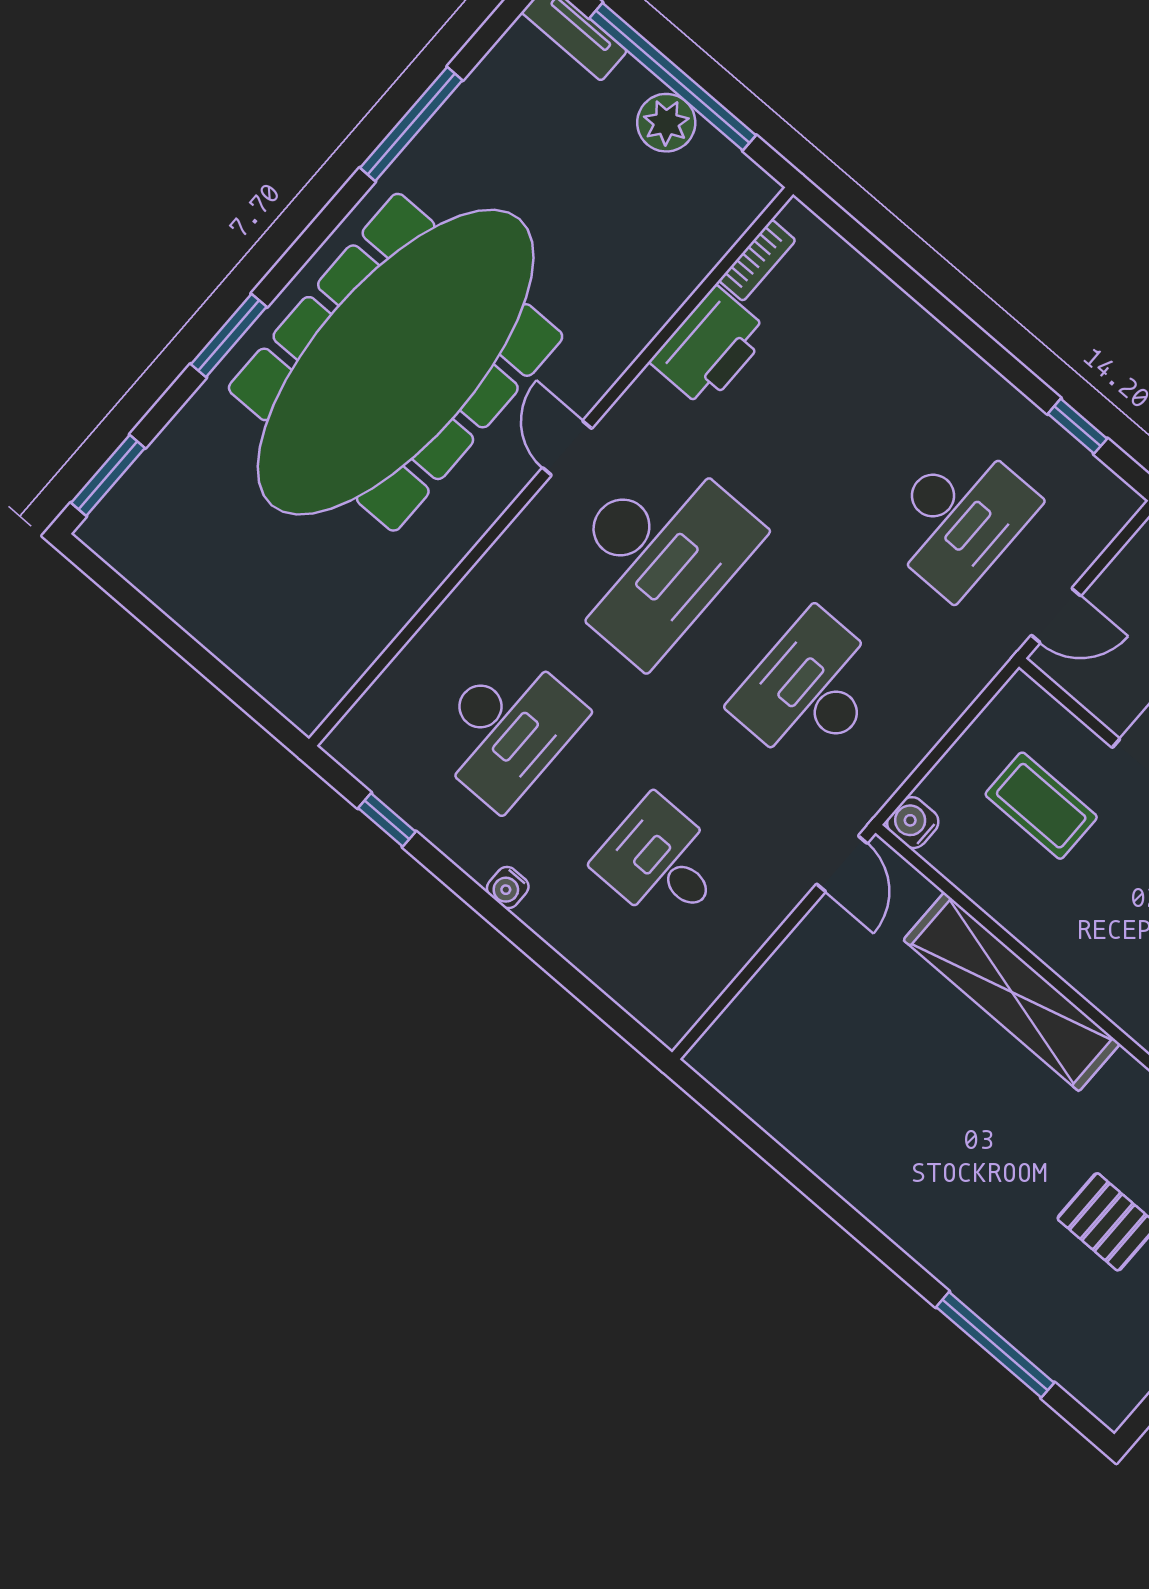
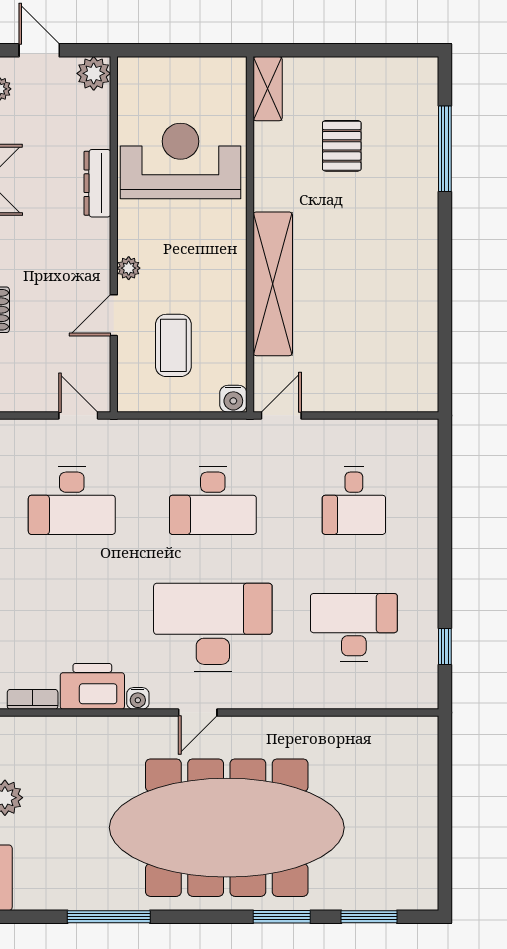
window: (108, 475) -> (369, 917), moved
desk: (959, 518) -> (72, 501), turned 180
water cooler: (508, 887) -> (138, 698), moved, turned 90

